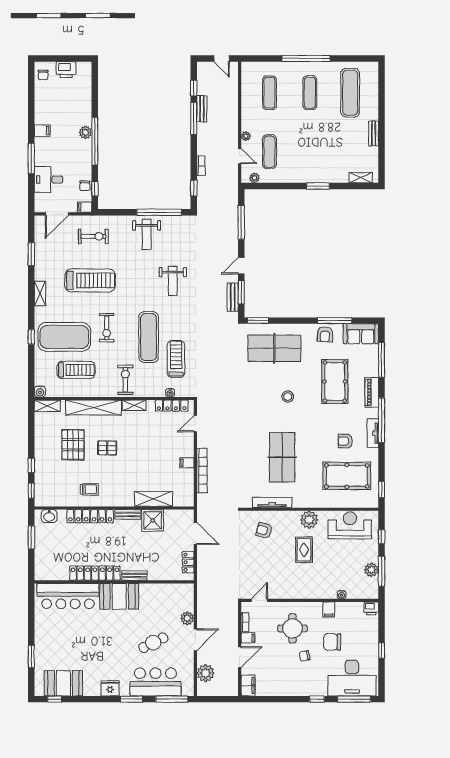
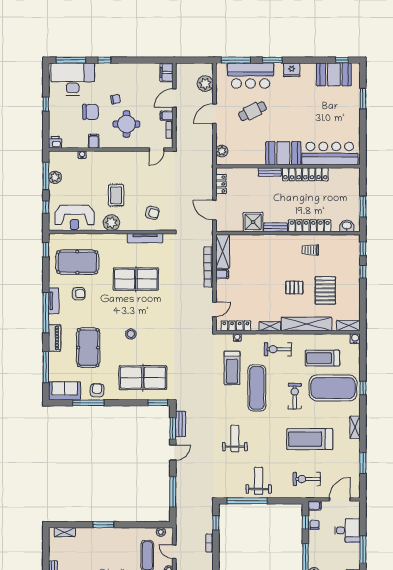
exercise bike: (125, 380) -> (278, 349), turned 90
table tennis table: (282, 457) -> (136, 279), turned 90
shelving: (154, 499) -> (223, 251), moved, turned 90
plant: (187, 618) -> (222, 151), moved

